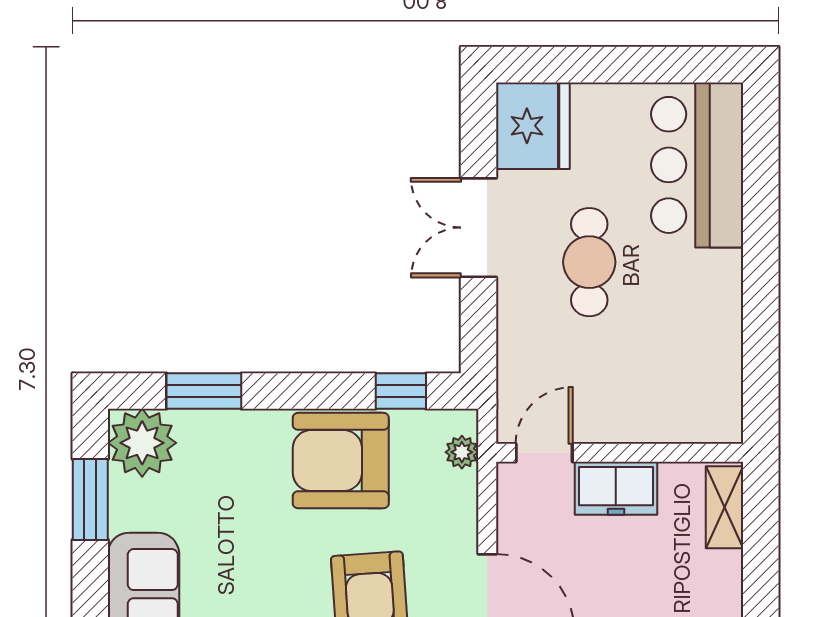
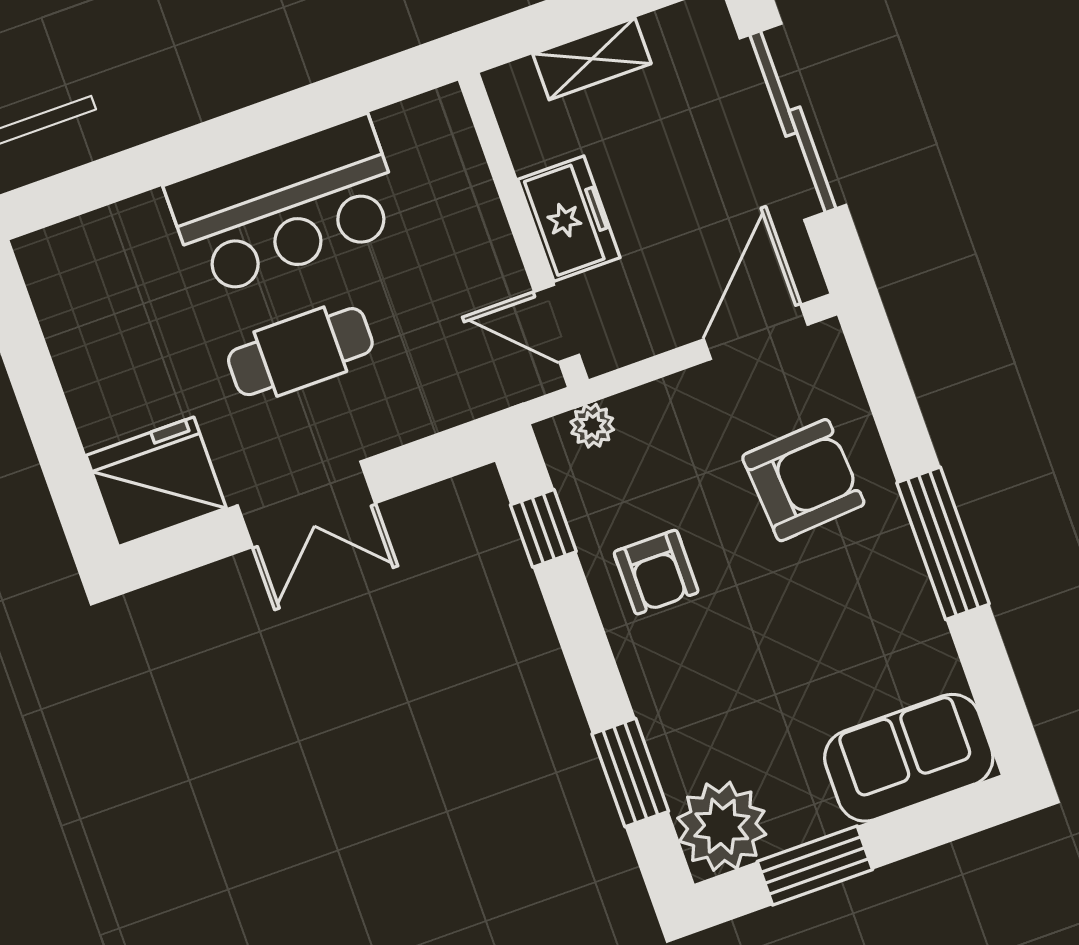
bar counter: (697, 165) -> (285, 206), moved
armchair: (341, 461) -> (656, 572), width x0.53, depth x0.53
shelving: (724, 507) -> (592, 59), moved

